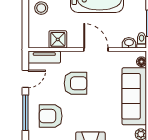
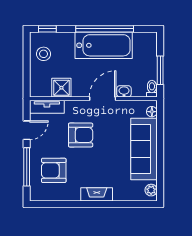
washbasin: (129, 43) -> (124, 91), moved
door: (96, 50) -> (103, 99), hinge flipped

